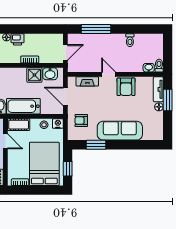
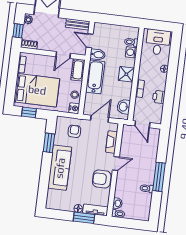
window: (96, 29) -> (159, 177), moved
printer: (18, 39) -> (159, 97), moved
shower: (34, 75) -> (126, 74), moved

